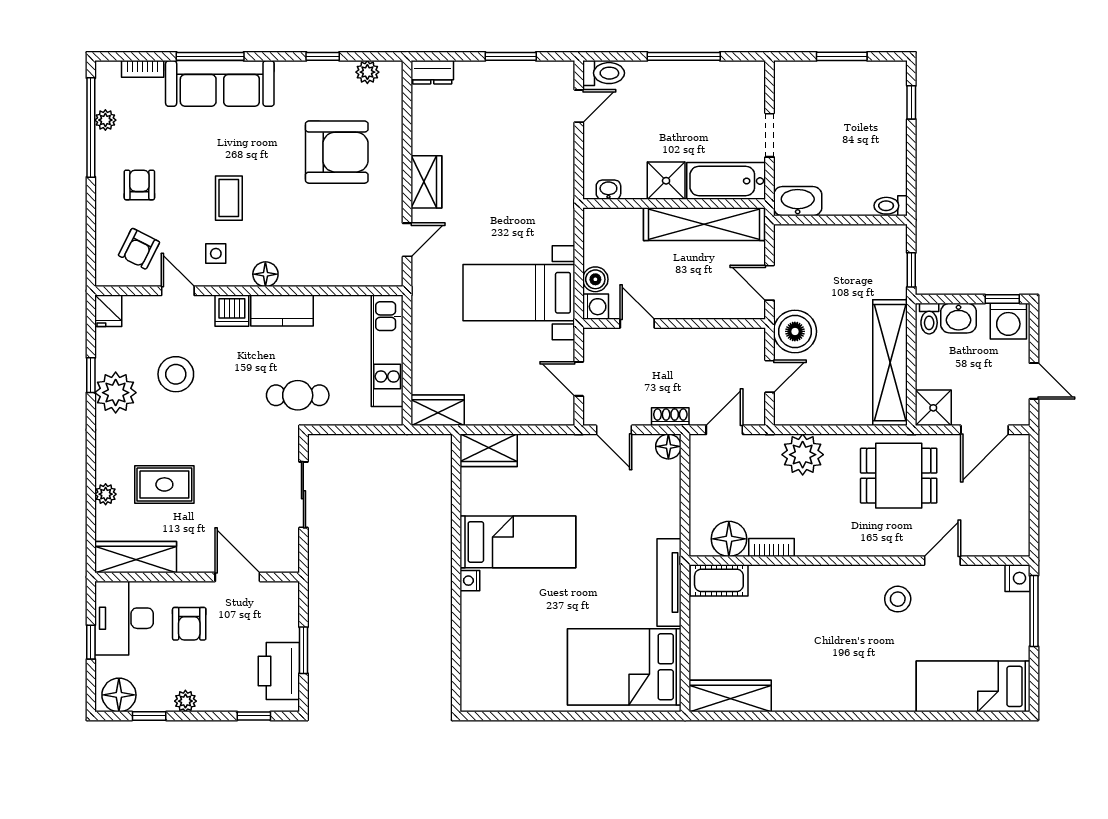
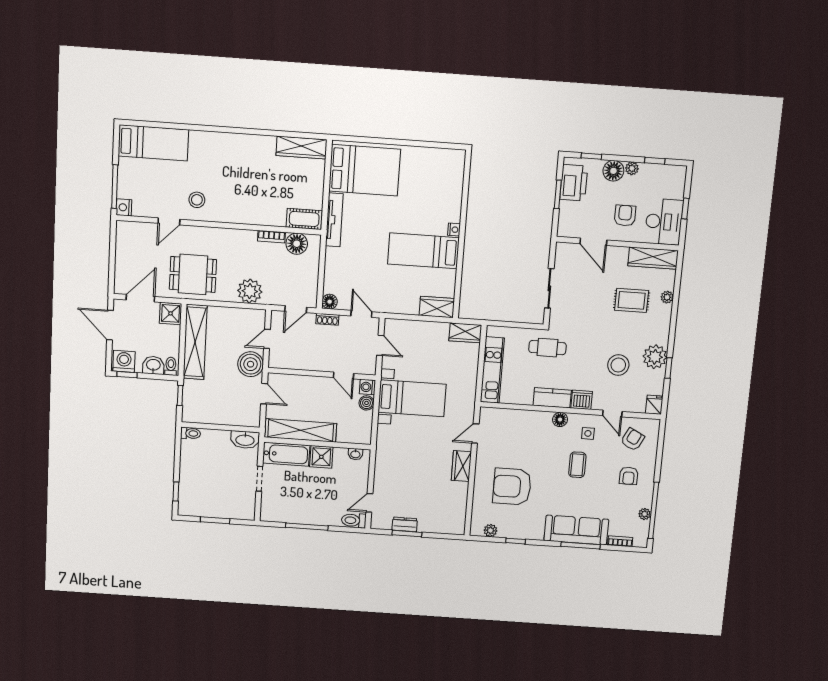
dresser: (432, 72) -> (405, 524), moved
door: (1034, 381) -> (110, 325), width x1.38
floor lamp: (119, 695) -> (613, 171), moved

